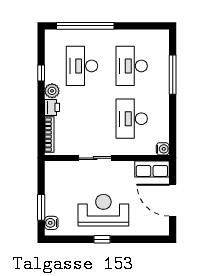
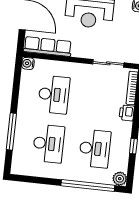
plant: (52, 91) -> (120, 179), moved
sliding door: (95, 158) -> (108, 63), moved
row of seats: (152, 169) -> (48, 47), width x1.48

